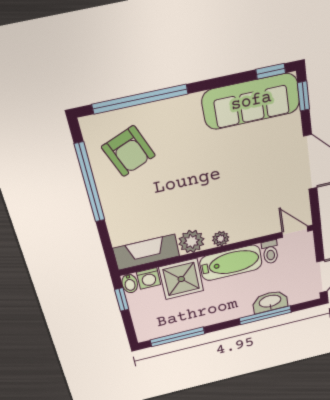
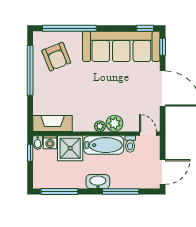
sofa: (251, 101) -> (121, 46), width x1.36, depth x1.27
plant: (191, 241) -> (114, 123), moved
washbasin: (270, 302) -> (98, 182), moved

